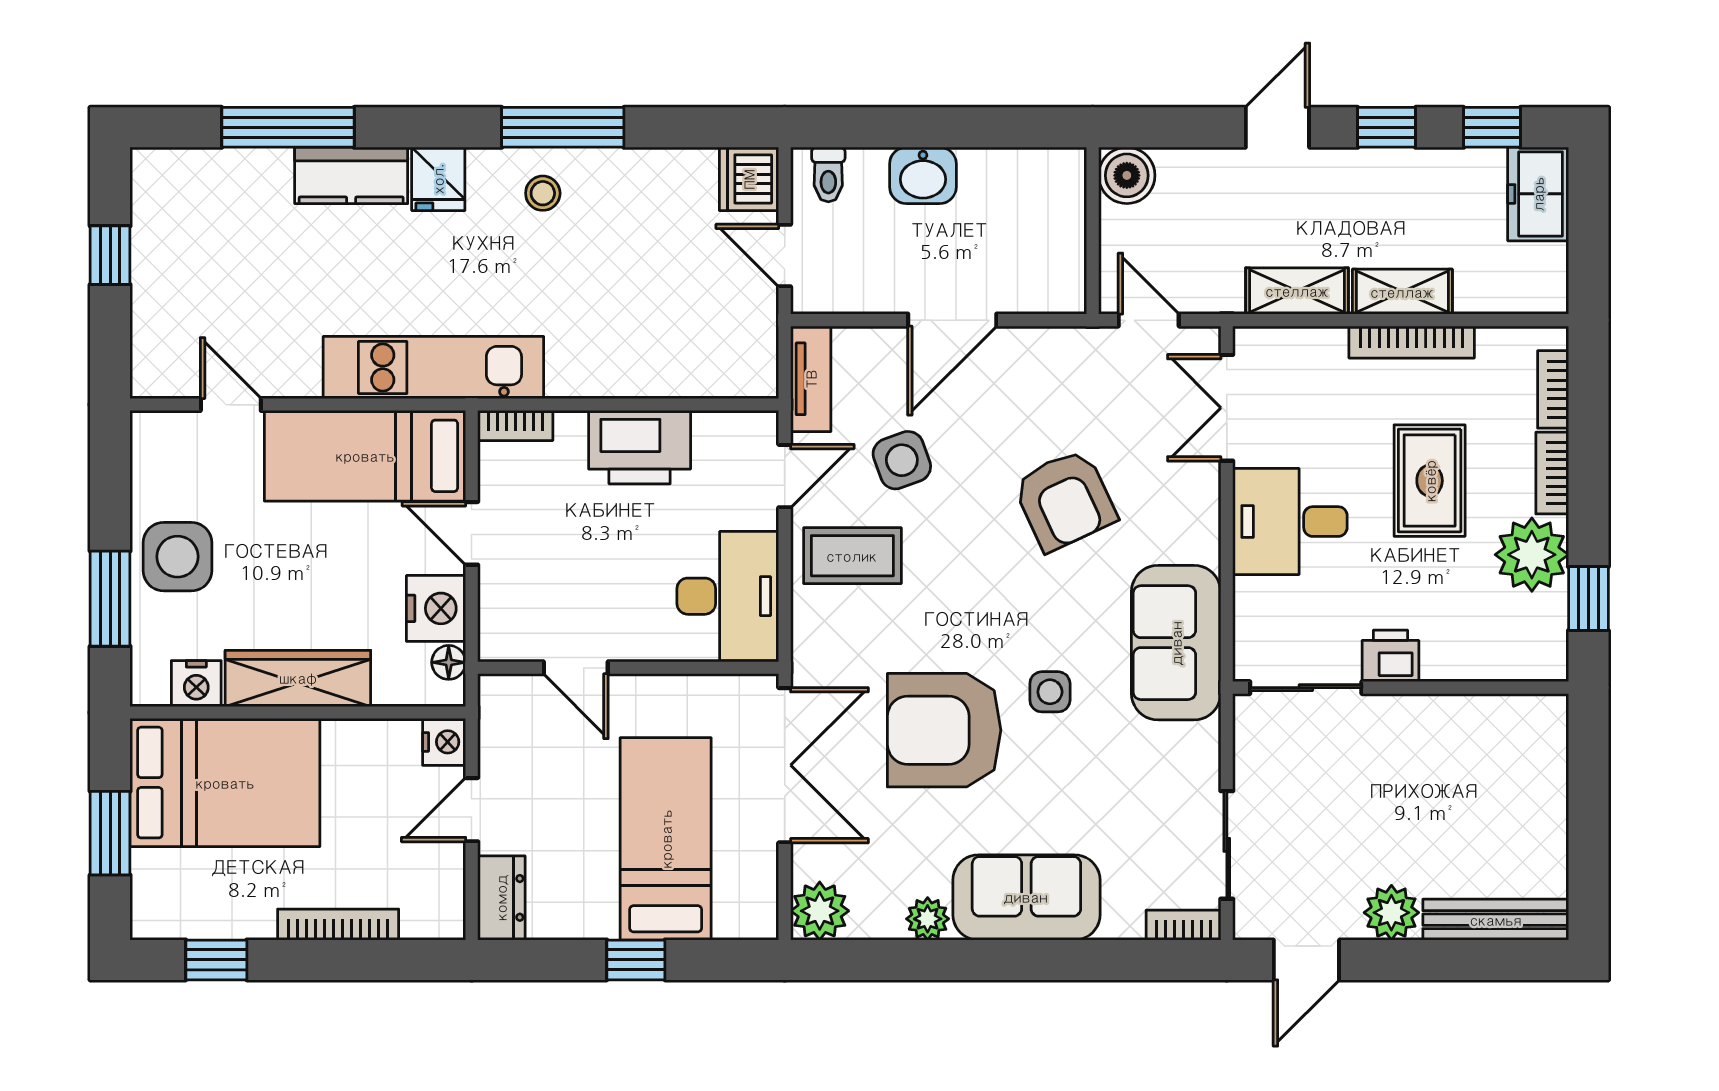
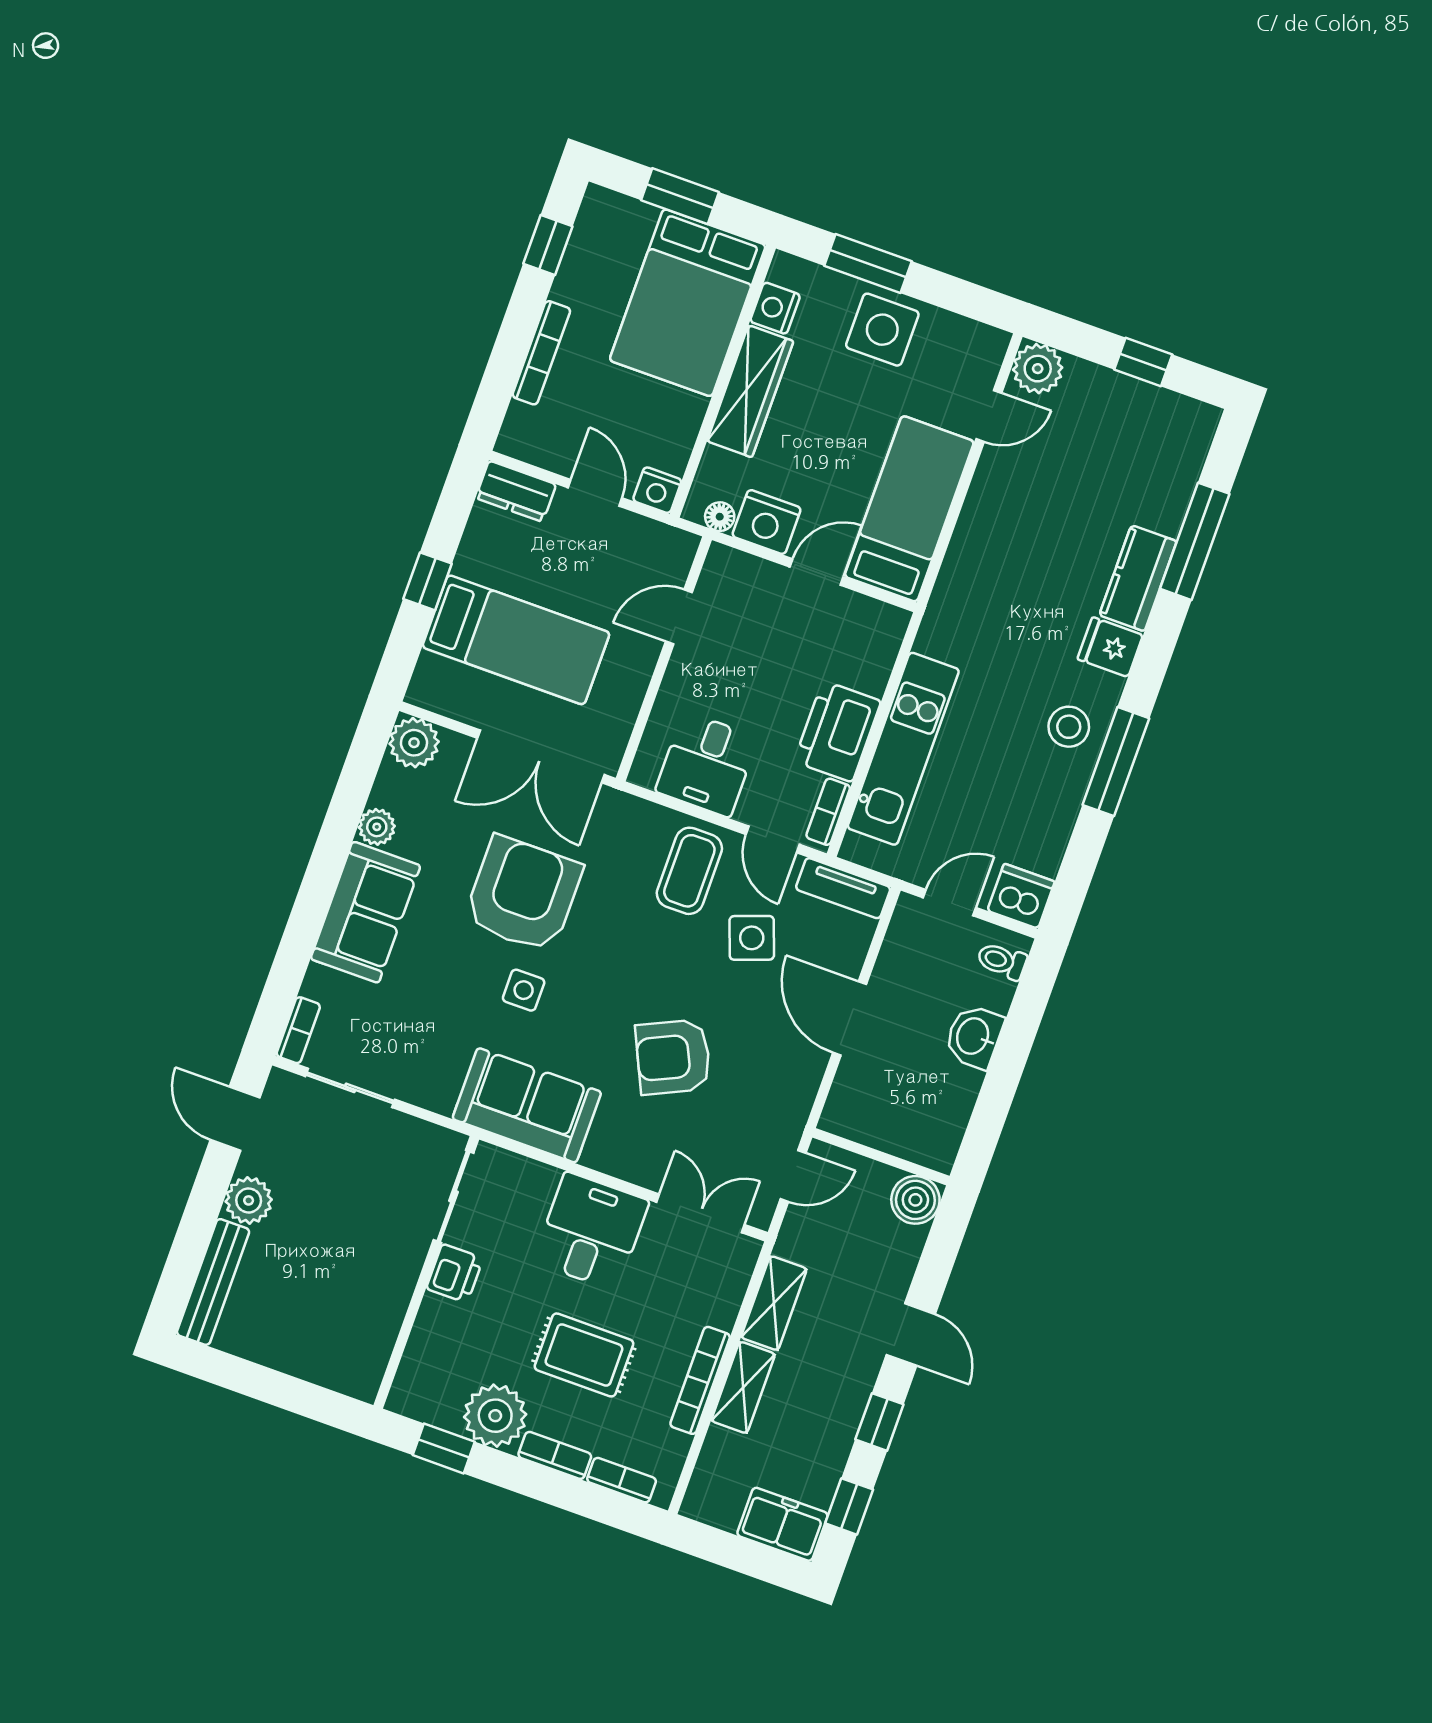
stool: (543, 193) -> (1069, 727), width x1.37, depth x1.37
kitchen unit: (433, 367) -> (903, 749), moved
plant: (159, 369) -> (1038, 369), added
bookcase: (515, 426) -> (828, 812), moved
desk: (728, 596) -> (707, 764), width x0.73

